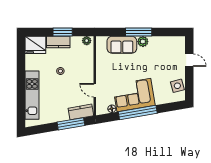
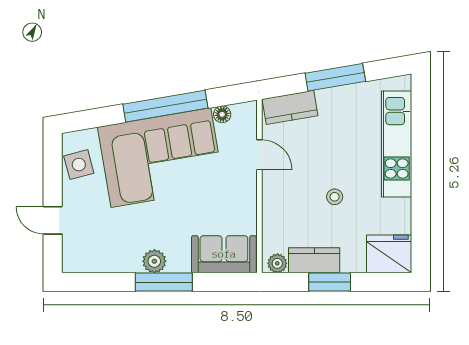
kitchen counter: (58, 42) -> (314, 260), moved
sofa: (122, 45) -> (224, 254), moved
corner sofa: (134, 95) -> (161, 158), width x1.36, depth x1.36
window: (71, 124) -> (335, 77), moved

